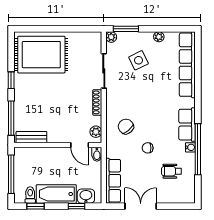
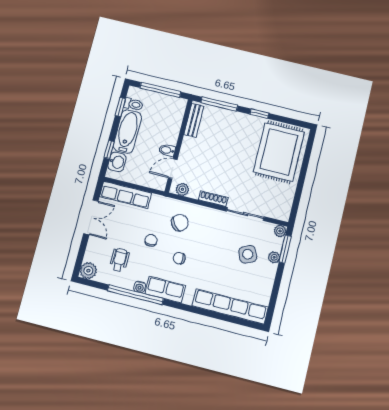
plant: (159, 37) -> (274, 257), moved
chair: (157, 119) -> (179, 258), added
bidet: (97, 154) -> (167, 150), moved
plant: (188, 196) -> (88, 271), added

